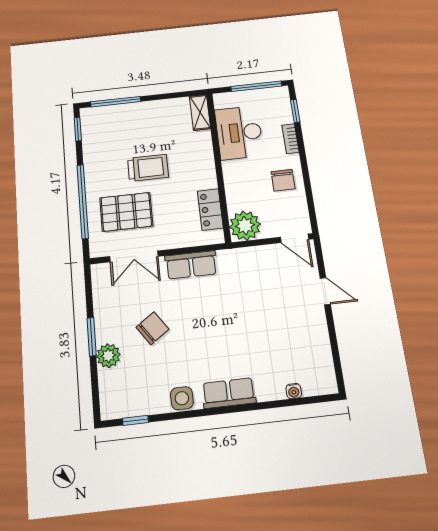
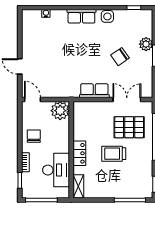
locker: (210, 209) -> (79, 153), moved

